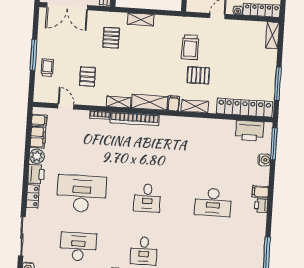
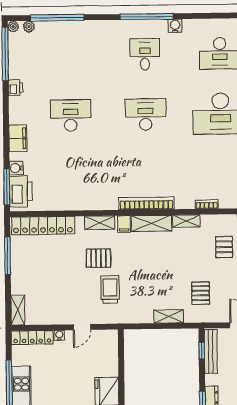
bookcase: (135, 119) -> (146, 203), moved
printer: (250, 131) -> (21, 191), moved, turned 90
filing cabinet: (260, 192) -> (18, 138), width x2.00
desk: (147, 198) -> (146, 115), width x1.37
printer: (261, 206) -> (15, 88), moved

